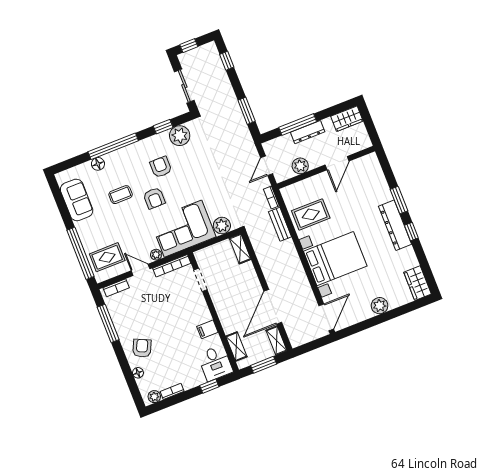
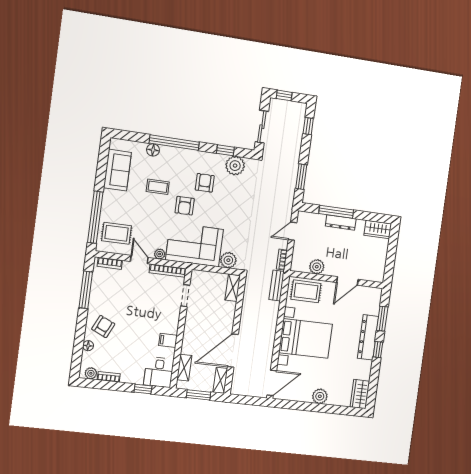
door: (337, 163) -> (347, 281), moved
plant: (300, 166) -> (317, 267), moved
wall: (326, 167) -> (337, 280), moved

